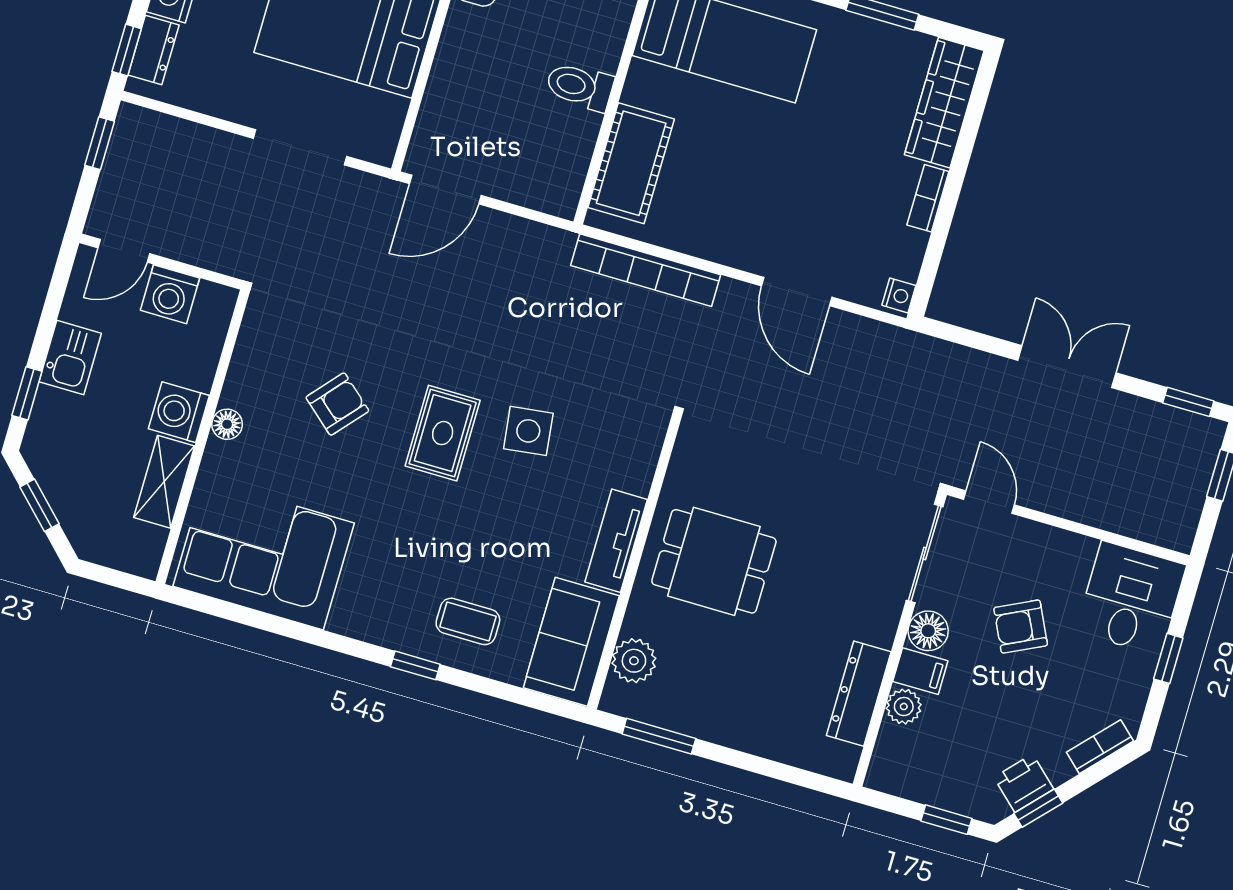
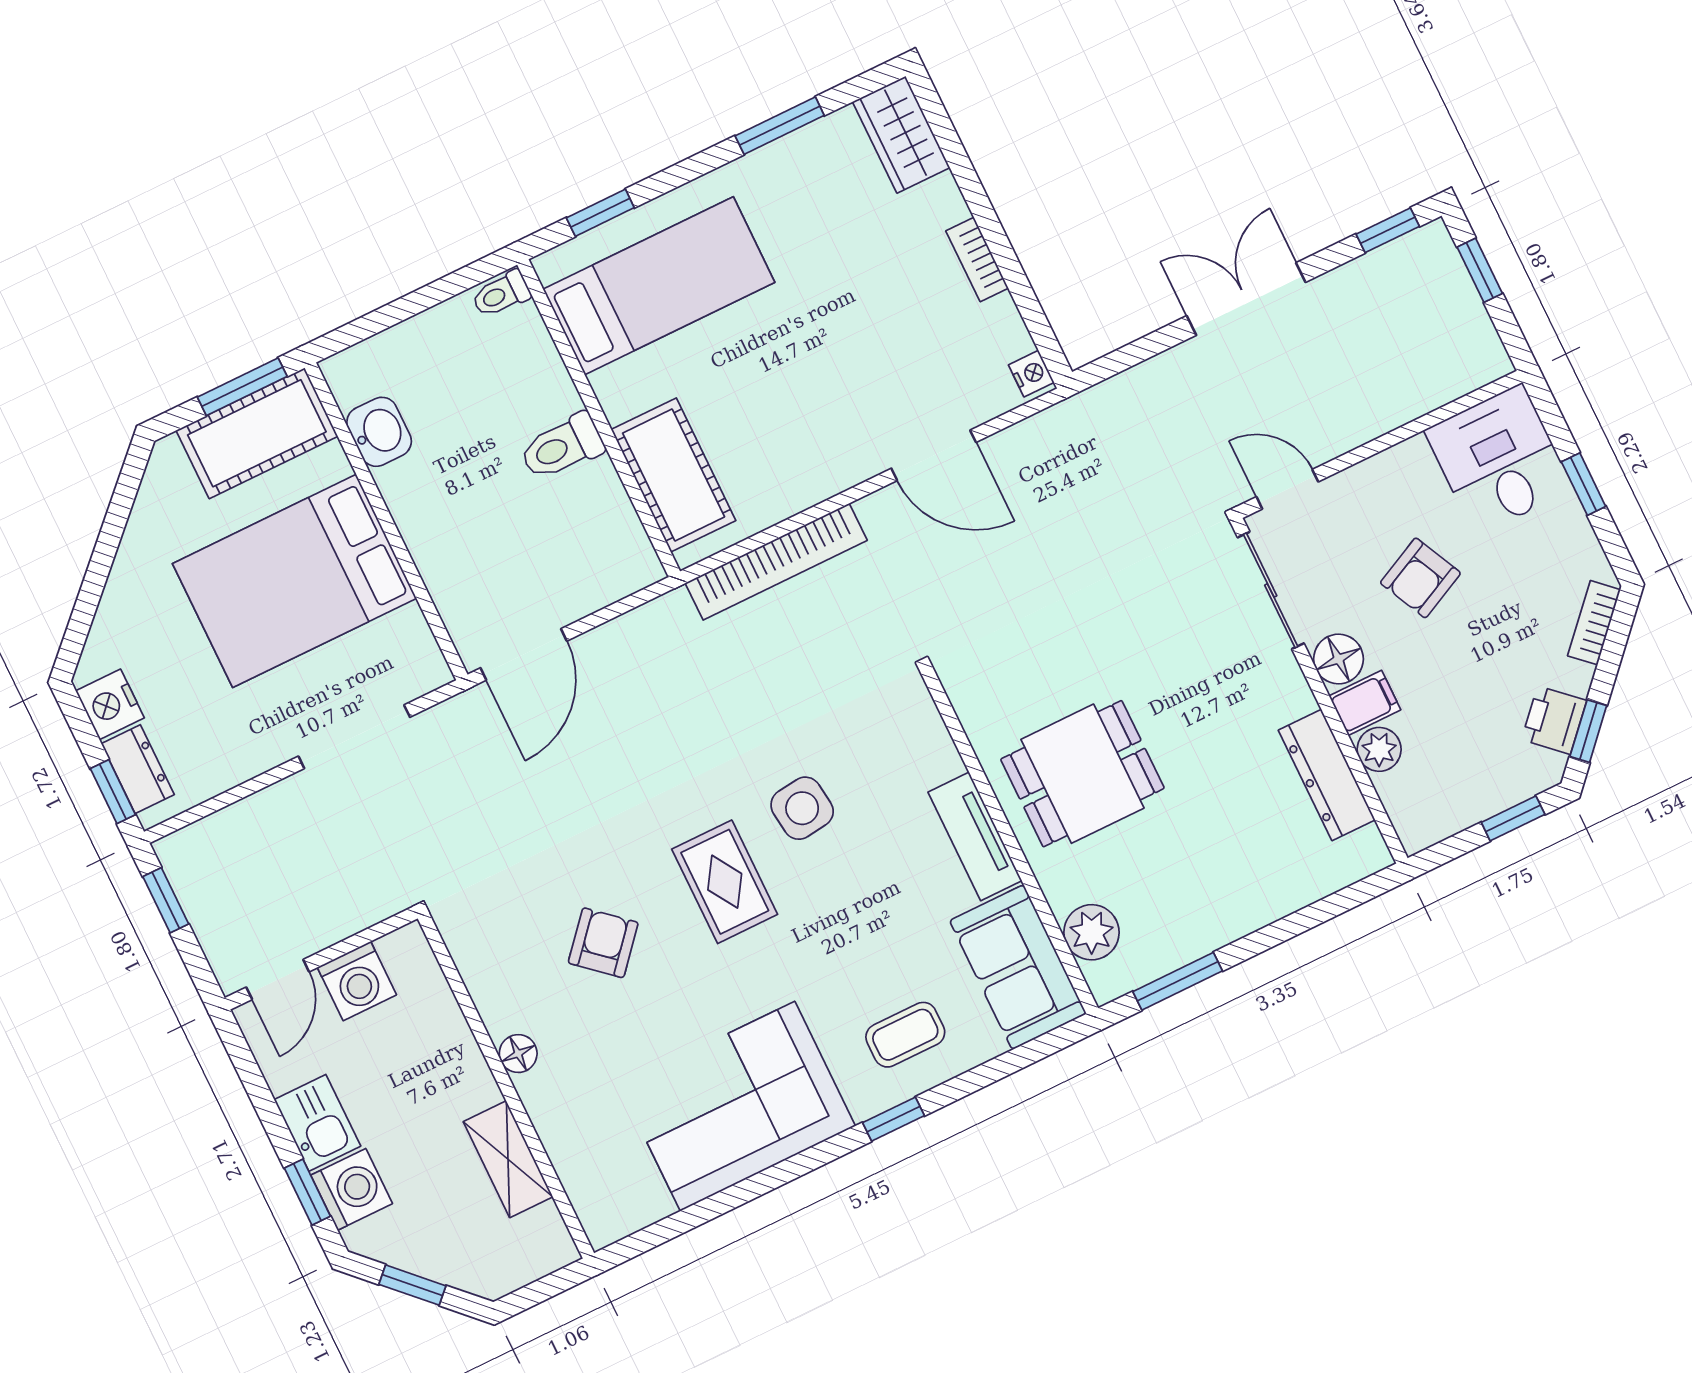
wardrobe: (944, 103) -> (901, 135), width x0.67
washing machine: (179, 412) -> (352, 1189), moved, turned 180
corner sofa: (264, 555) -> (738, 1106), moved

